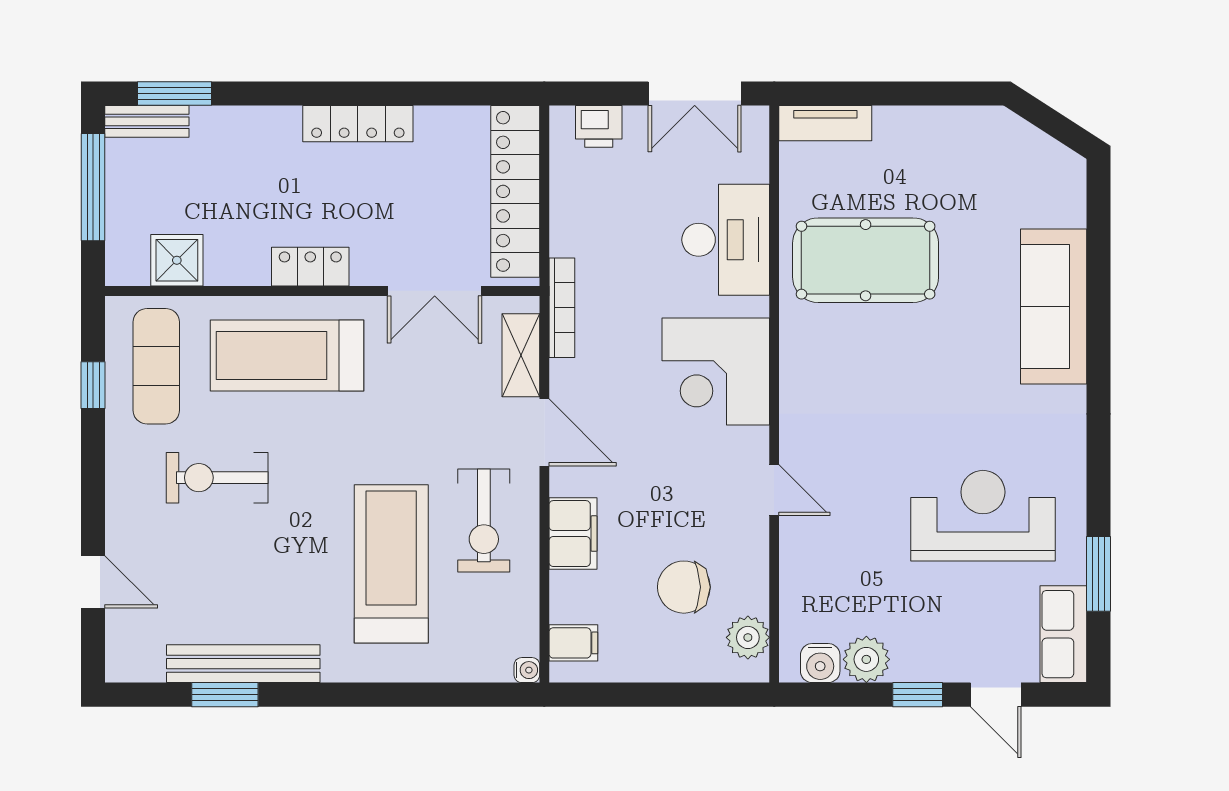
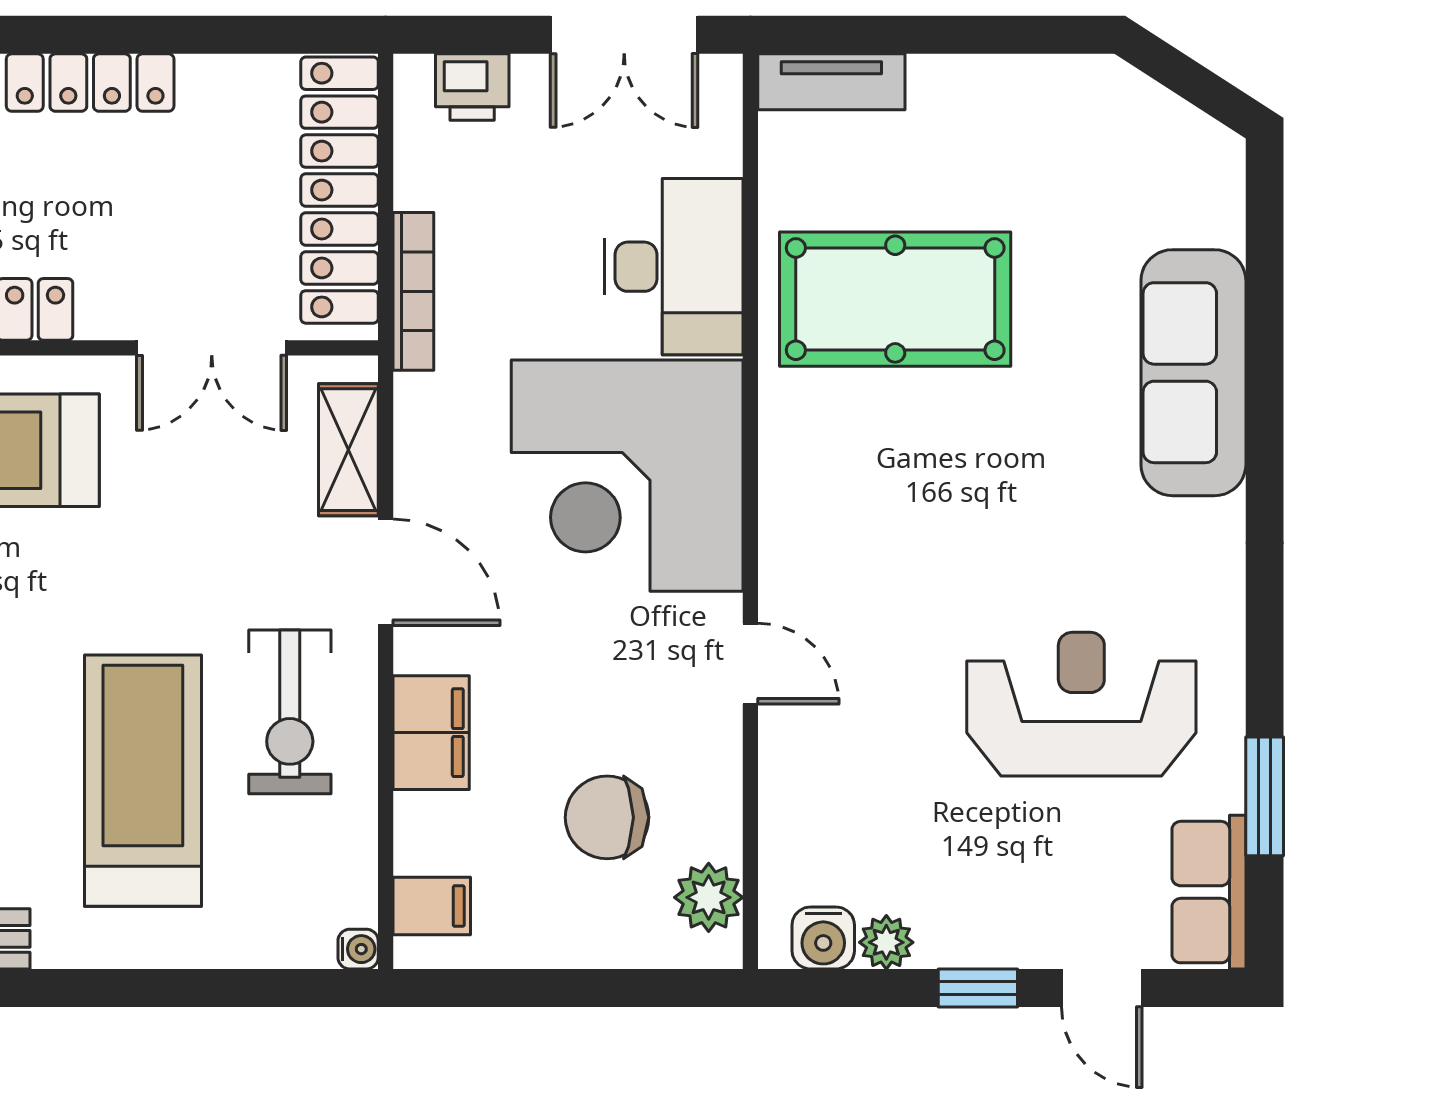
bookcase: (562, 308) -> (413, 291), moved
corner desk: (716, 372) -> (627, 476), width x1.36, depth x1.36
plant: (866, 659) -> (886, 942), width x0.73, depth x0.73

